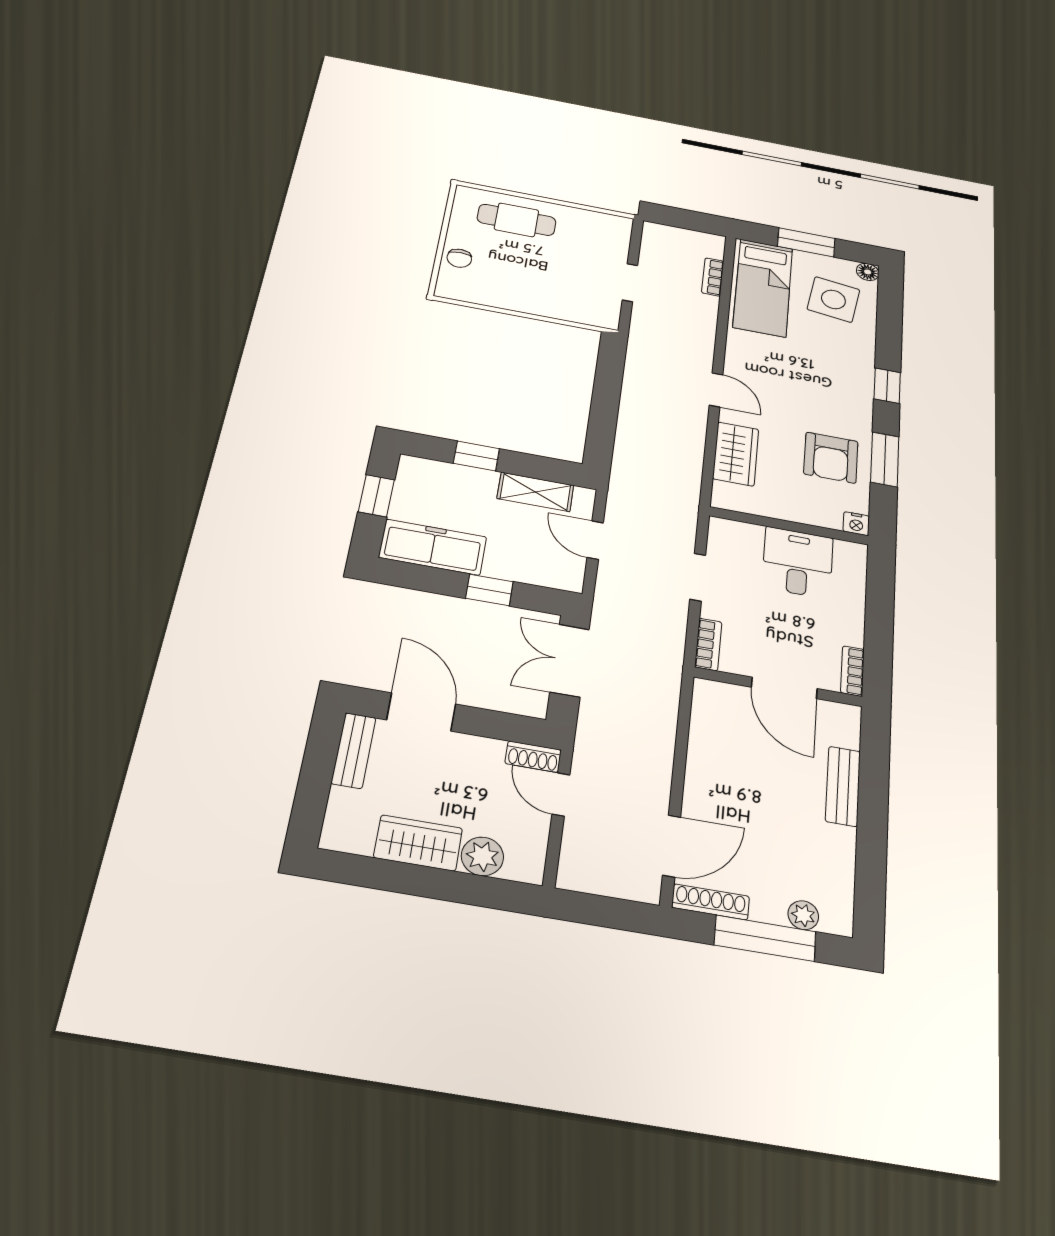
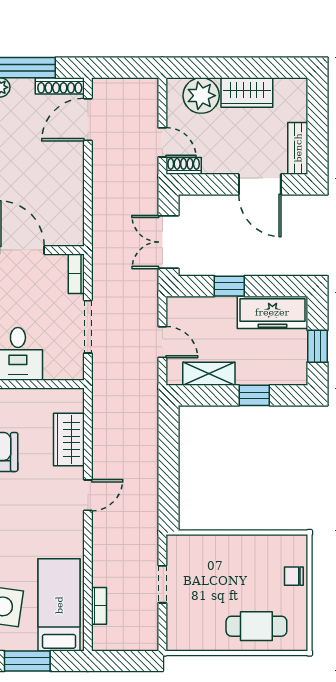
chair: (459, 258) -> (294, 576), turned -90
door: (716, 390) -> (88, 495), swing flipped
doorway: (698, 577) -> (88, 327), width x1.38
double door: (570, 661) -> (169, 242), swing flipped
plant: (482, 856) -> (201, 96), width x1.36, depth x1.36

